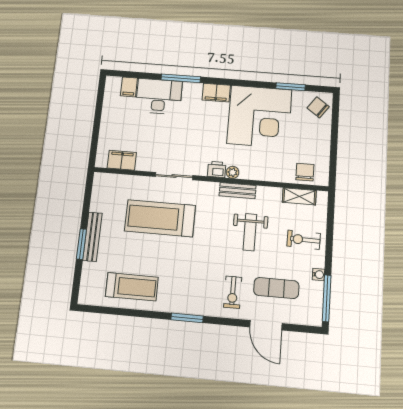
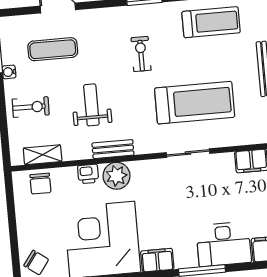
printer: (217, 169) -> (88, 174), moved
plant: (233, 172) -> (116, 176), width x1.88, depth x1.88
treadmill: (132, 287) -> (211, 22), turned 180
exercise bike: (233, 292) -> (141, 54), moved

